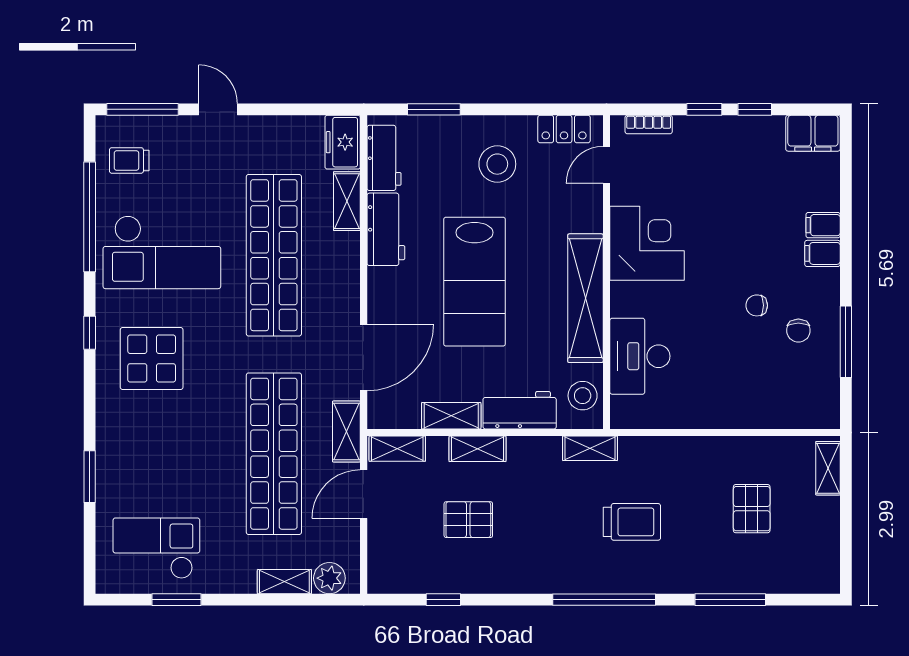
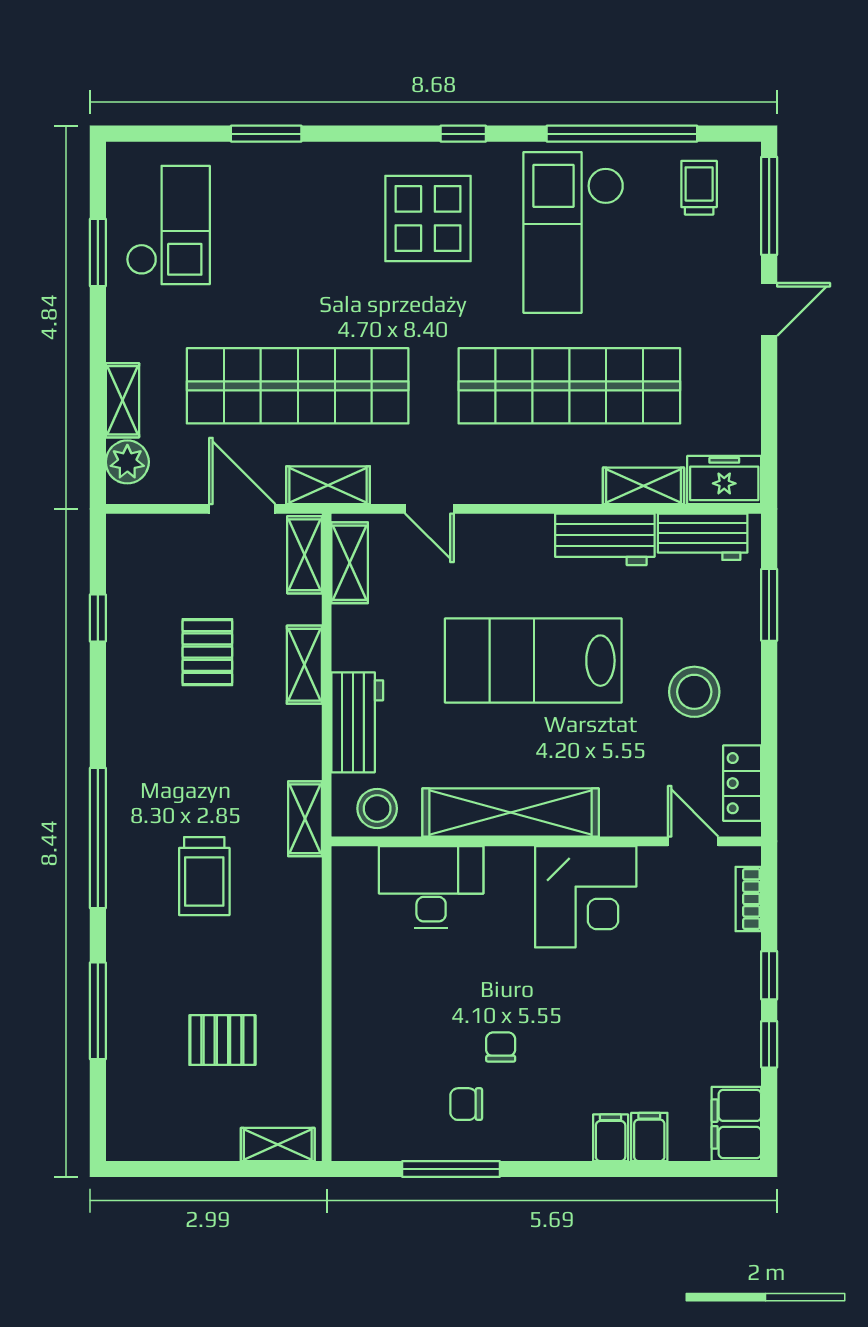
filing cabinet: (822, 253) -> (649, 1137), moved
door: (364, 357) -> (429, 509), width x0.53
shelving: (451, 416) -> (350, 563), moved

